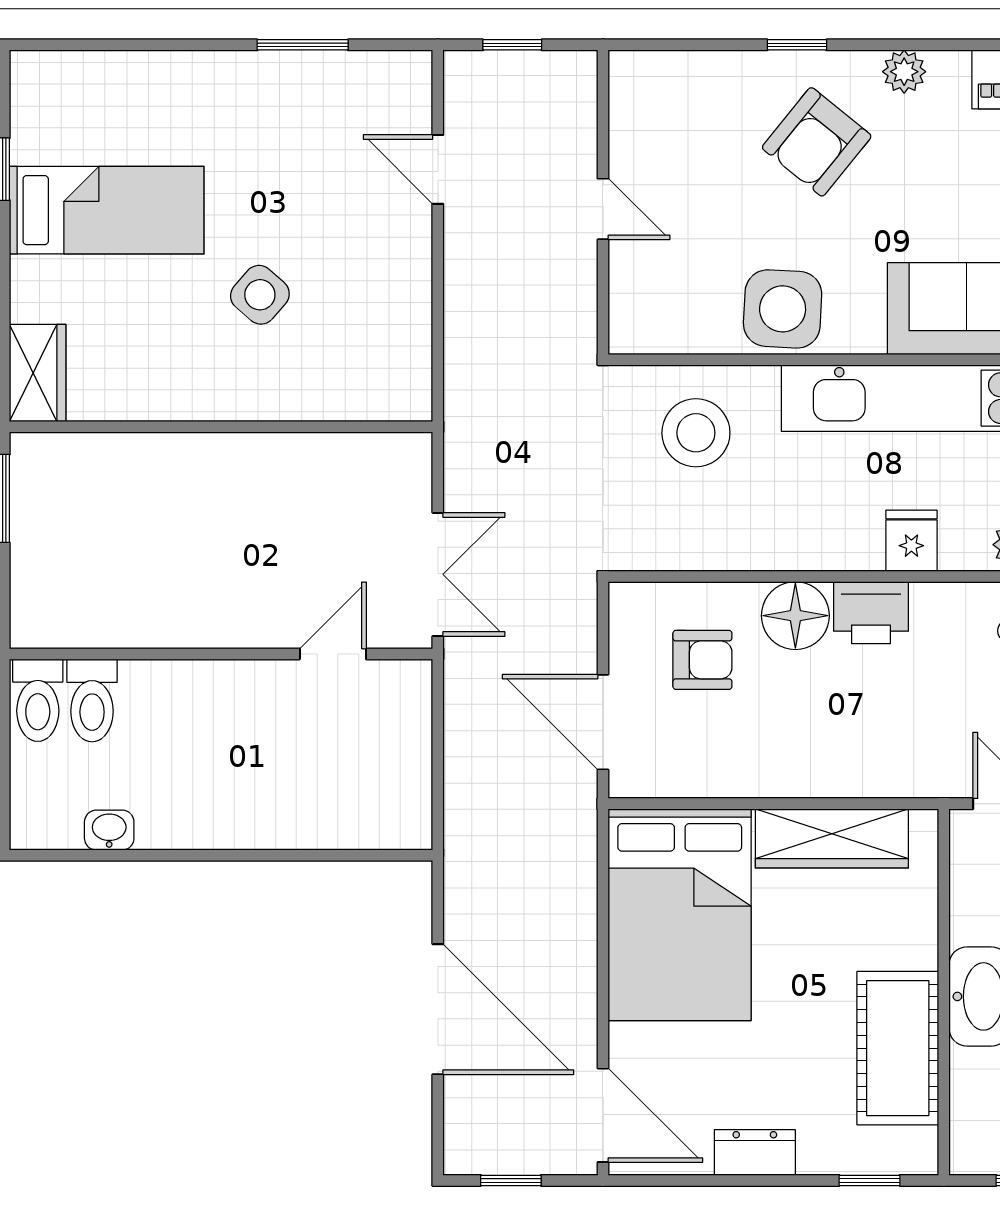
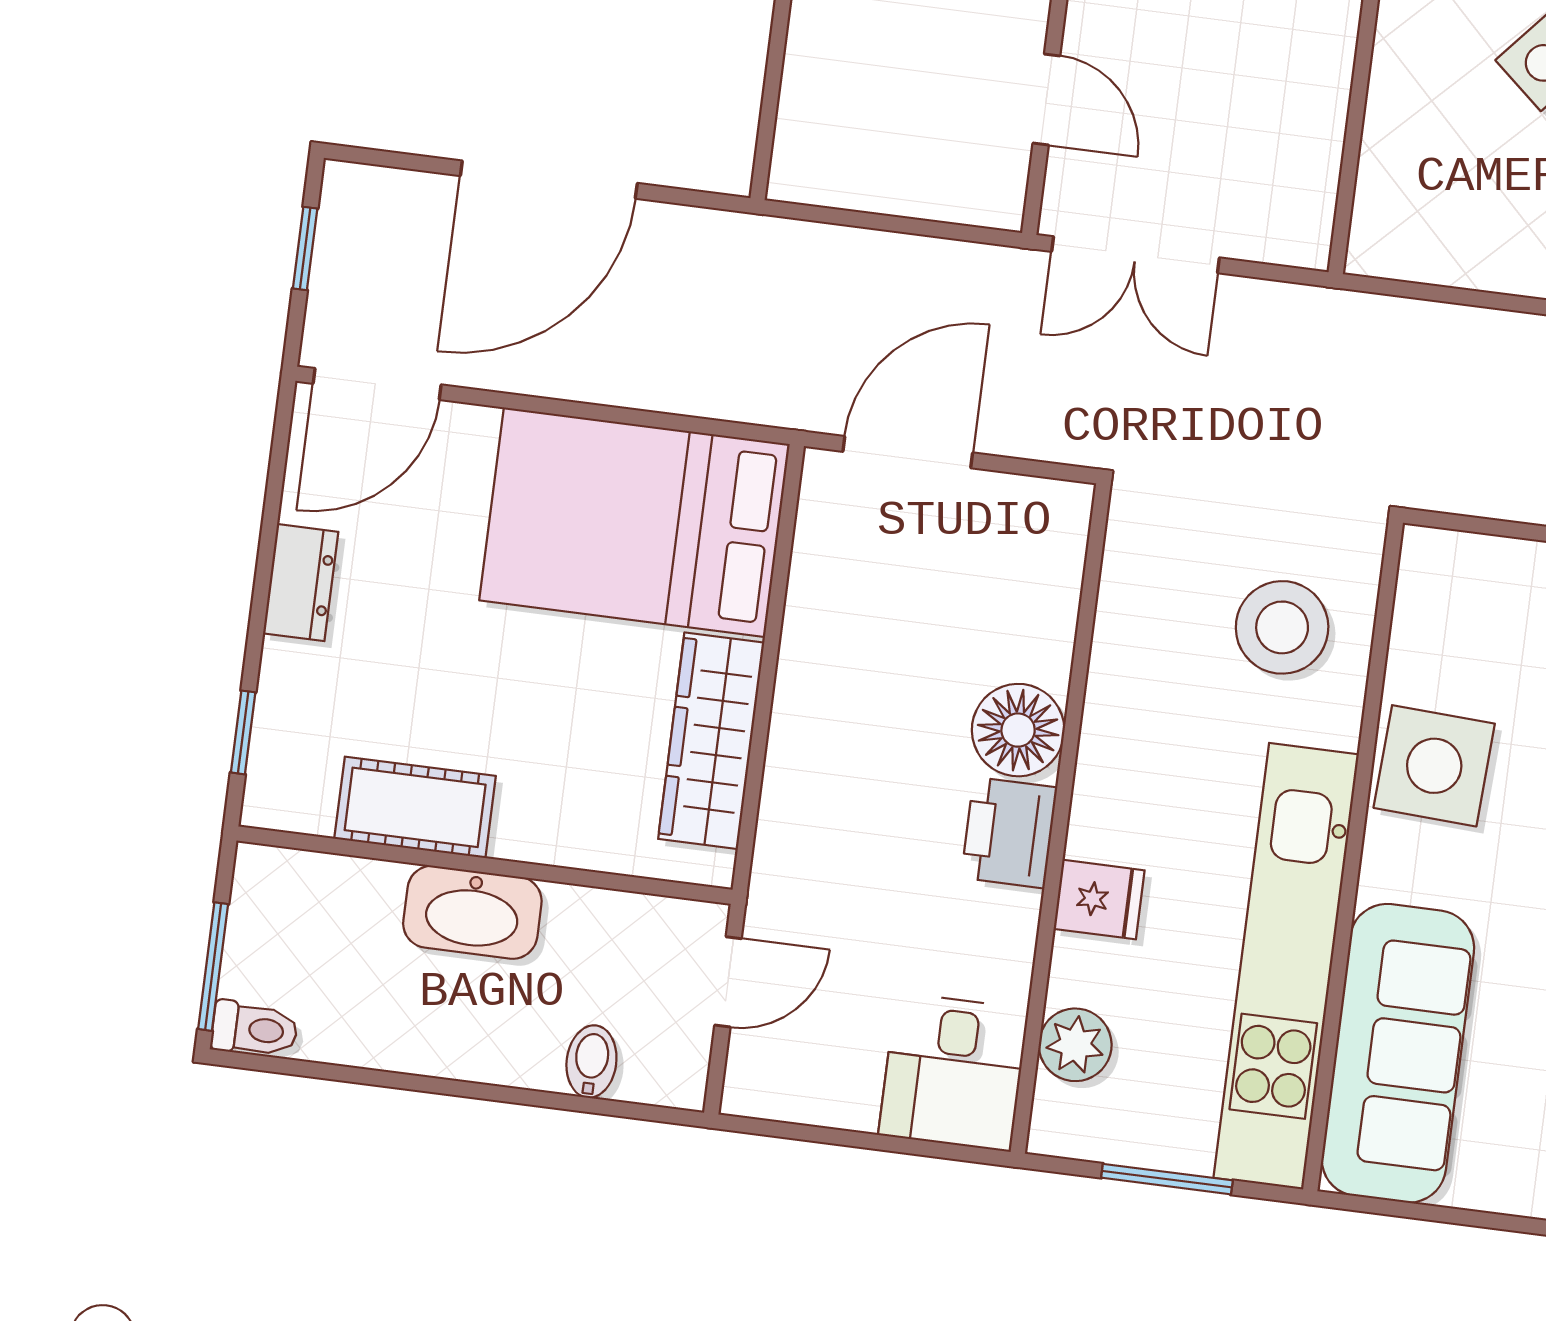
armchair: (702, 660) -> (974, 597), removed
cot: (898, 1048) -> (415, 807), width x0.73, depth x0.75

